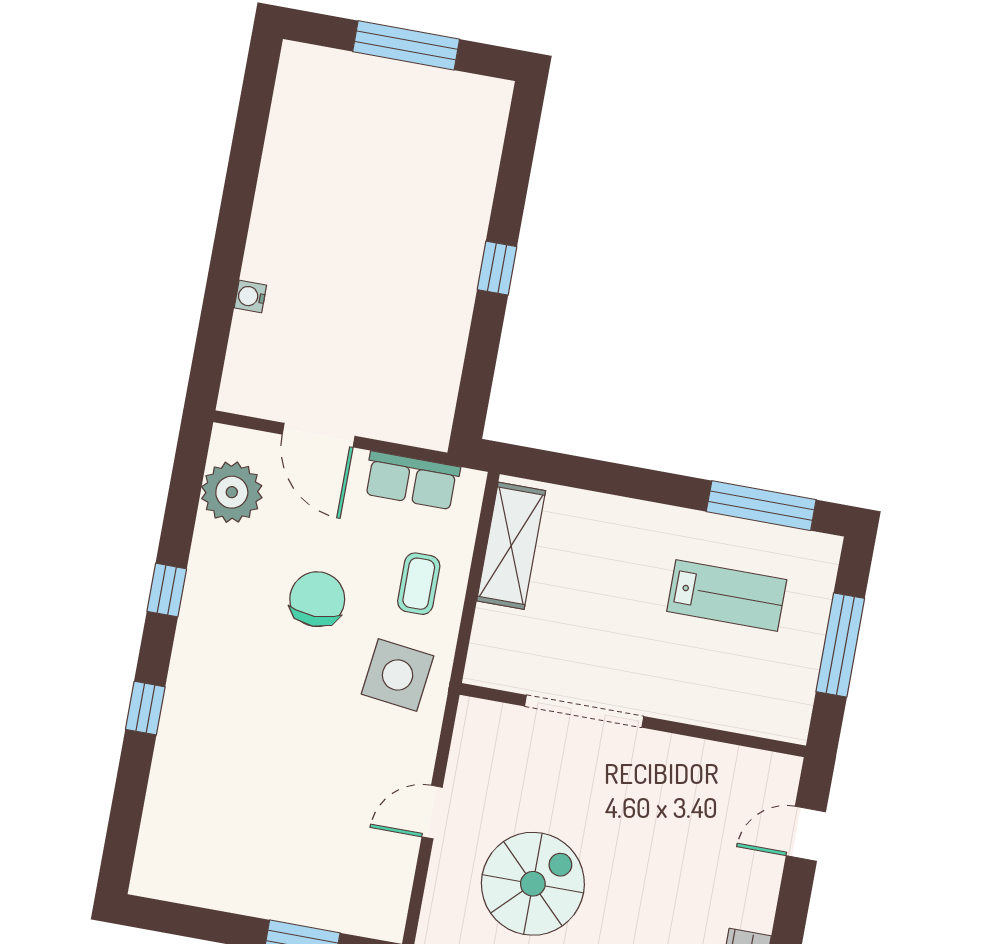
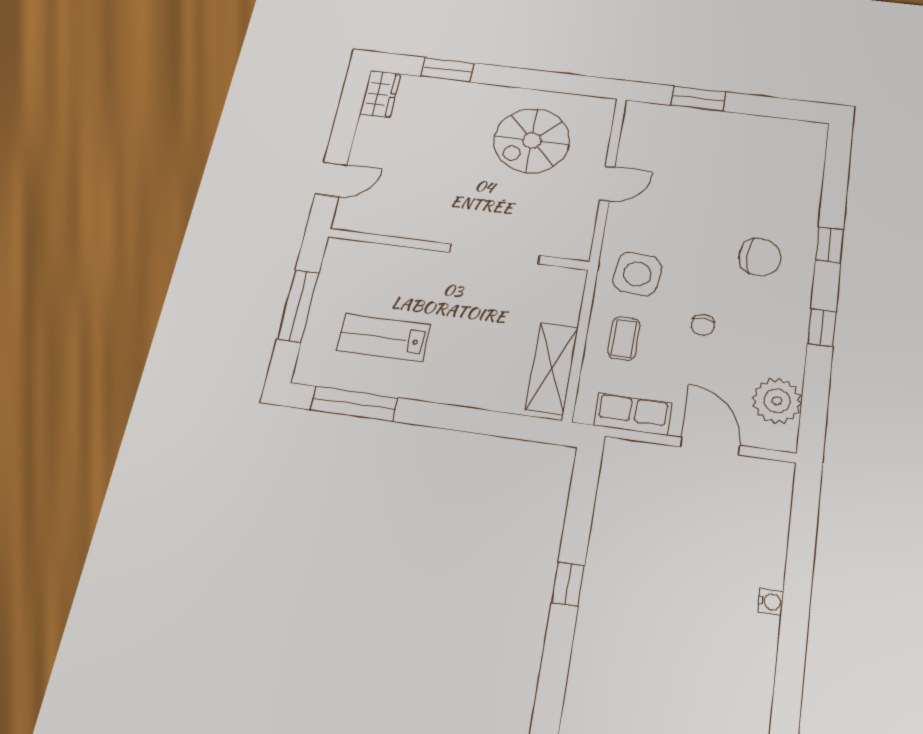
water cooler: (250, 296) -> (770, 602), moved
chair: (317, 599) -> (703, 325), width x0.54, depth x0.54
chair: (237, 694) -> (760, 257), added

